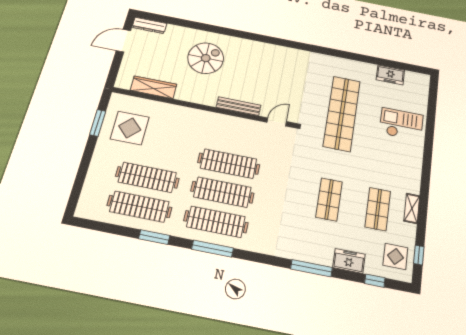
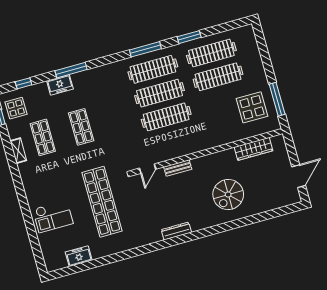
dresser: (149, 25) -> (176, 231), moved
bench: (238, 106) -> (178, 168), width x0.73
window: (98, 123) -> (277, 99), width x1.44
freezer: (349, 261) -> (60, 85), moved

